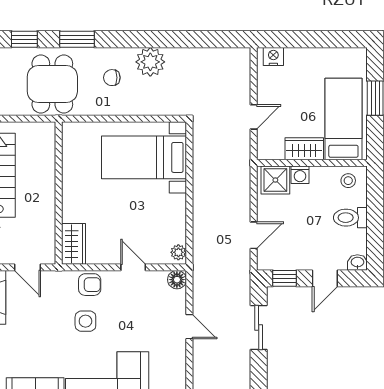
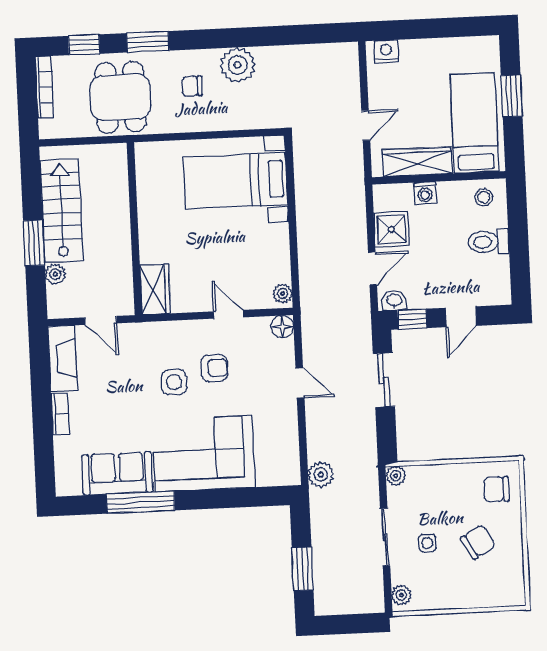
wardrobe: (304, 149) -> (417, 162), width x1.50
shower: (275, 180) -> (391, 229), moved
washbasin: (357, 263) -> (394, 301), moved
armchair: (90, 285) -> (214, 368), moved

